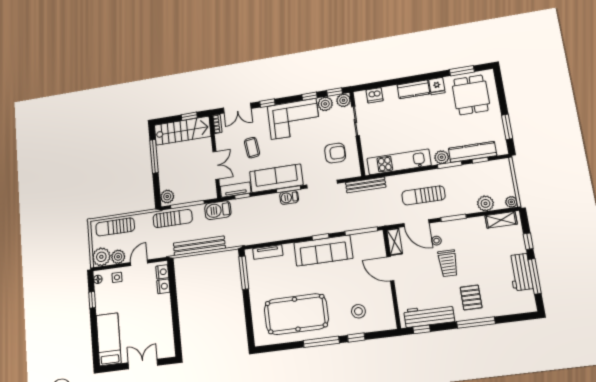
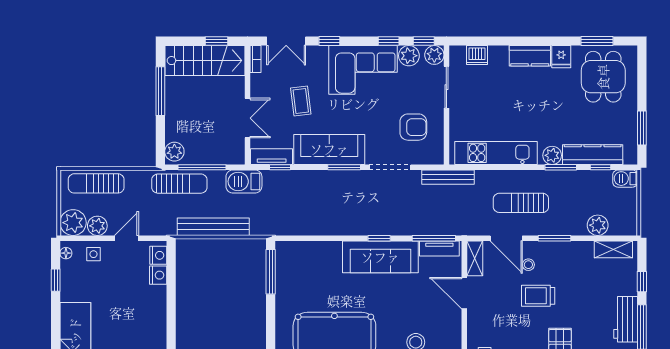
barbecue: (289, 197) -> (625, 179), moved
plant: (511, 202) -> (630, 228), removed
tv unit: (268, 252) -> (439, 248), moved
trolley: (448, 263) -> (538, 296), turned 90

